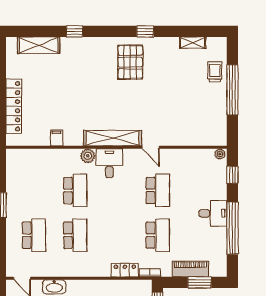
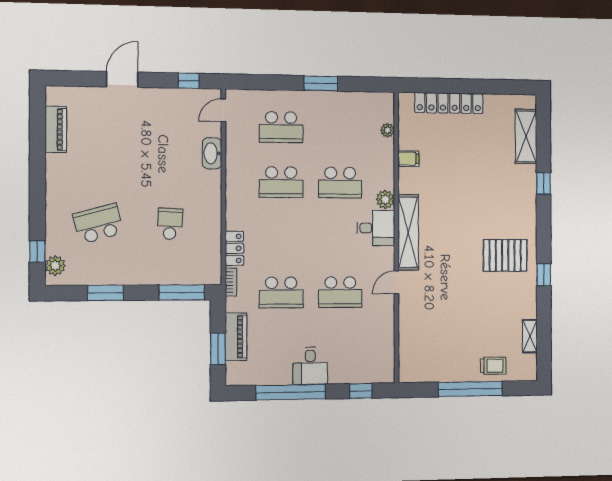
plant: (220, 154) -> (388, 130), moved

